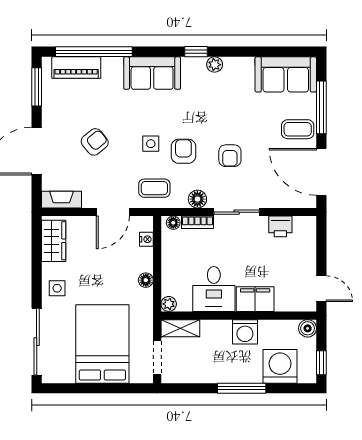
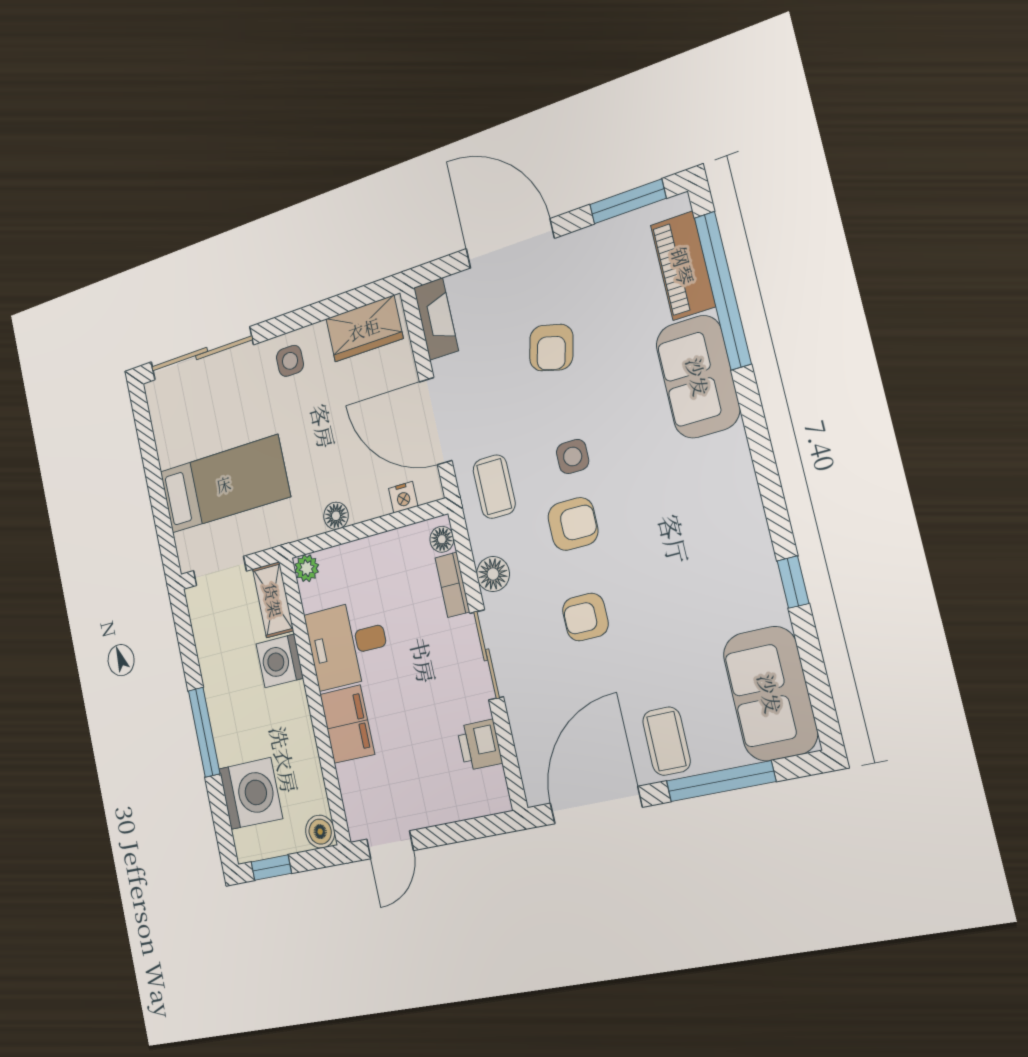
window: (196, 52) -> (793, 582), moved
plant: (215, 65) -> (755, 542), removed
sofa: (152, 73) -> (698, 377), moved
armchair: (95, 142) -> (551, 348), turned 53
door: (113, 212) -> (436, 421), width x1.36
washing machine: (245, 332) -> (280, 661), moved
bed: (102, 344) -> (224, 484), width x0.67

